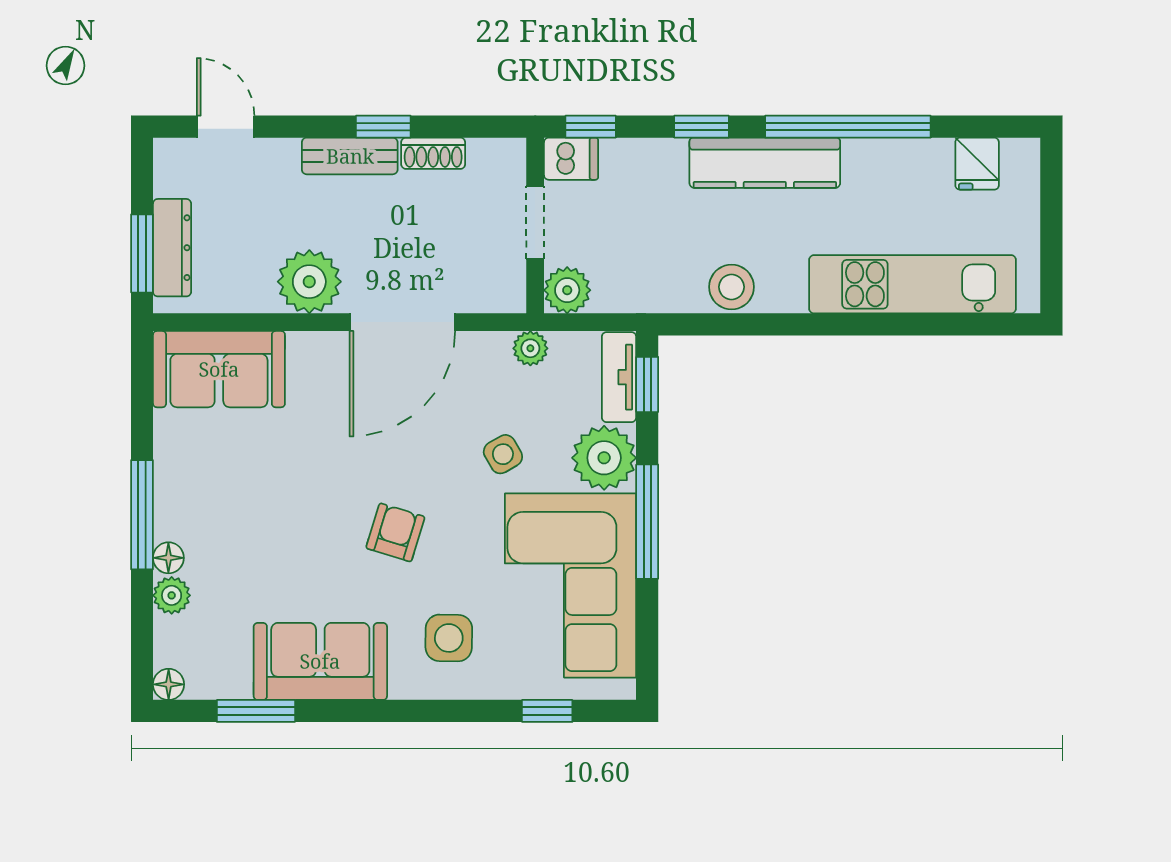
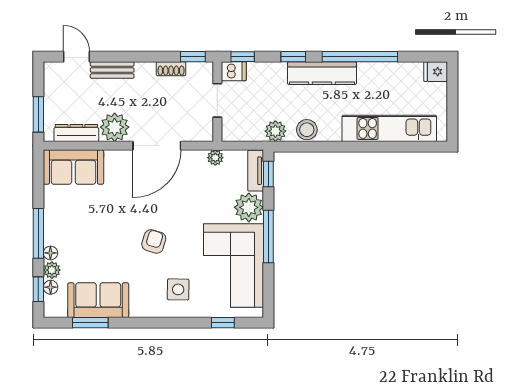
window: (383, 127) -> (193, 57), moved
bench: (350, 156) -> (112, 70), moved
fridge: (977, 164) -> (436, 72), moved, turned 90
dresser: (172, 248) -> (76, 133), moved, turned -90
plant: (567, 290) -> (275, 131), moved
side table: (503, 454) -> (203, 206), removed
window: (142, 637) -> (38, 289), added
sofa: (320, 661) -> (98, 300), moved
floor lamp: (169, 684) -> (51, 287), moved

